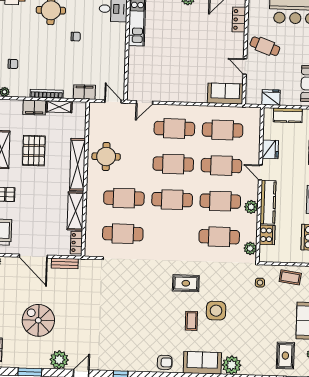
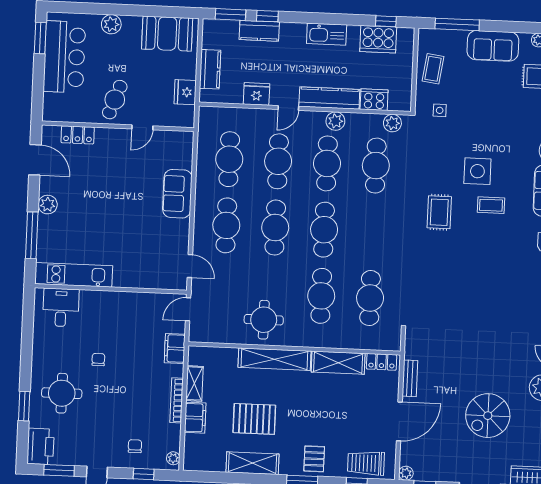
sofa: (225, 93) -> (177, 194), moved

